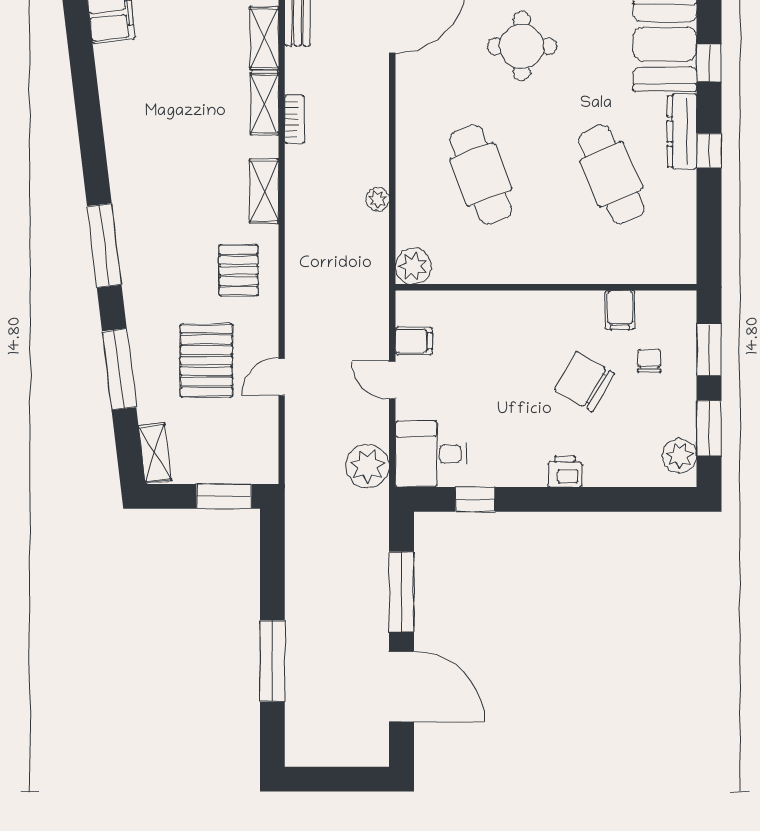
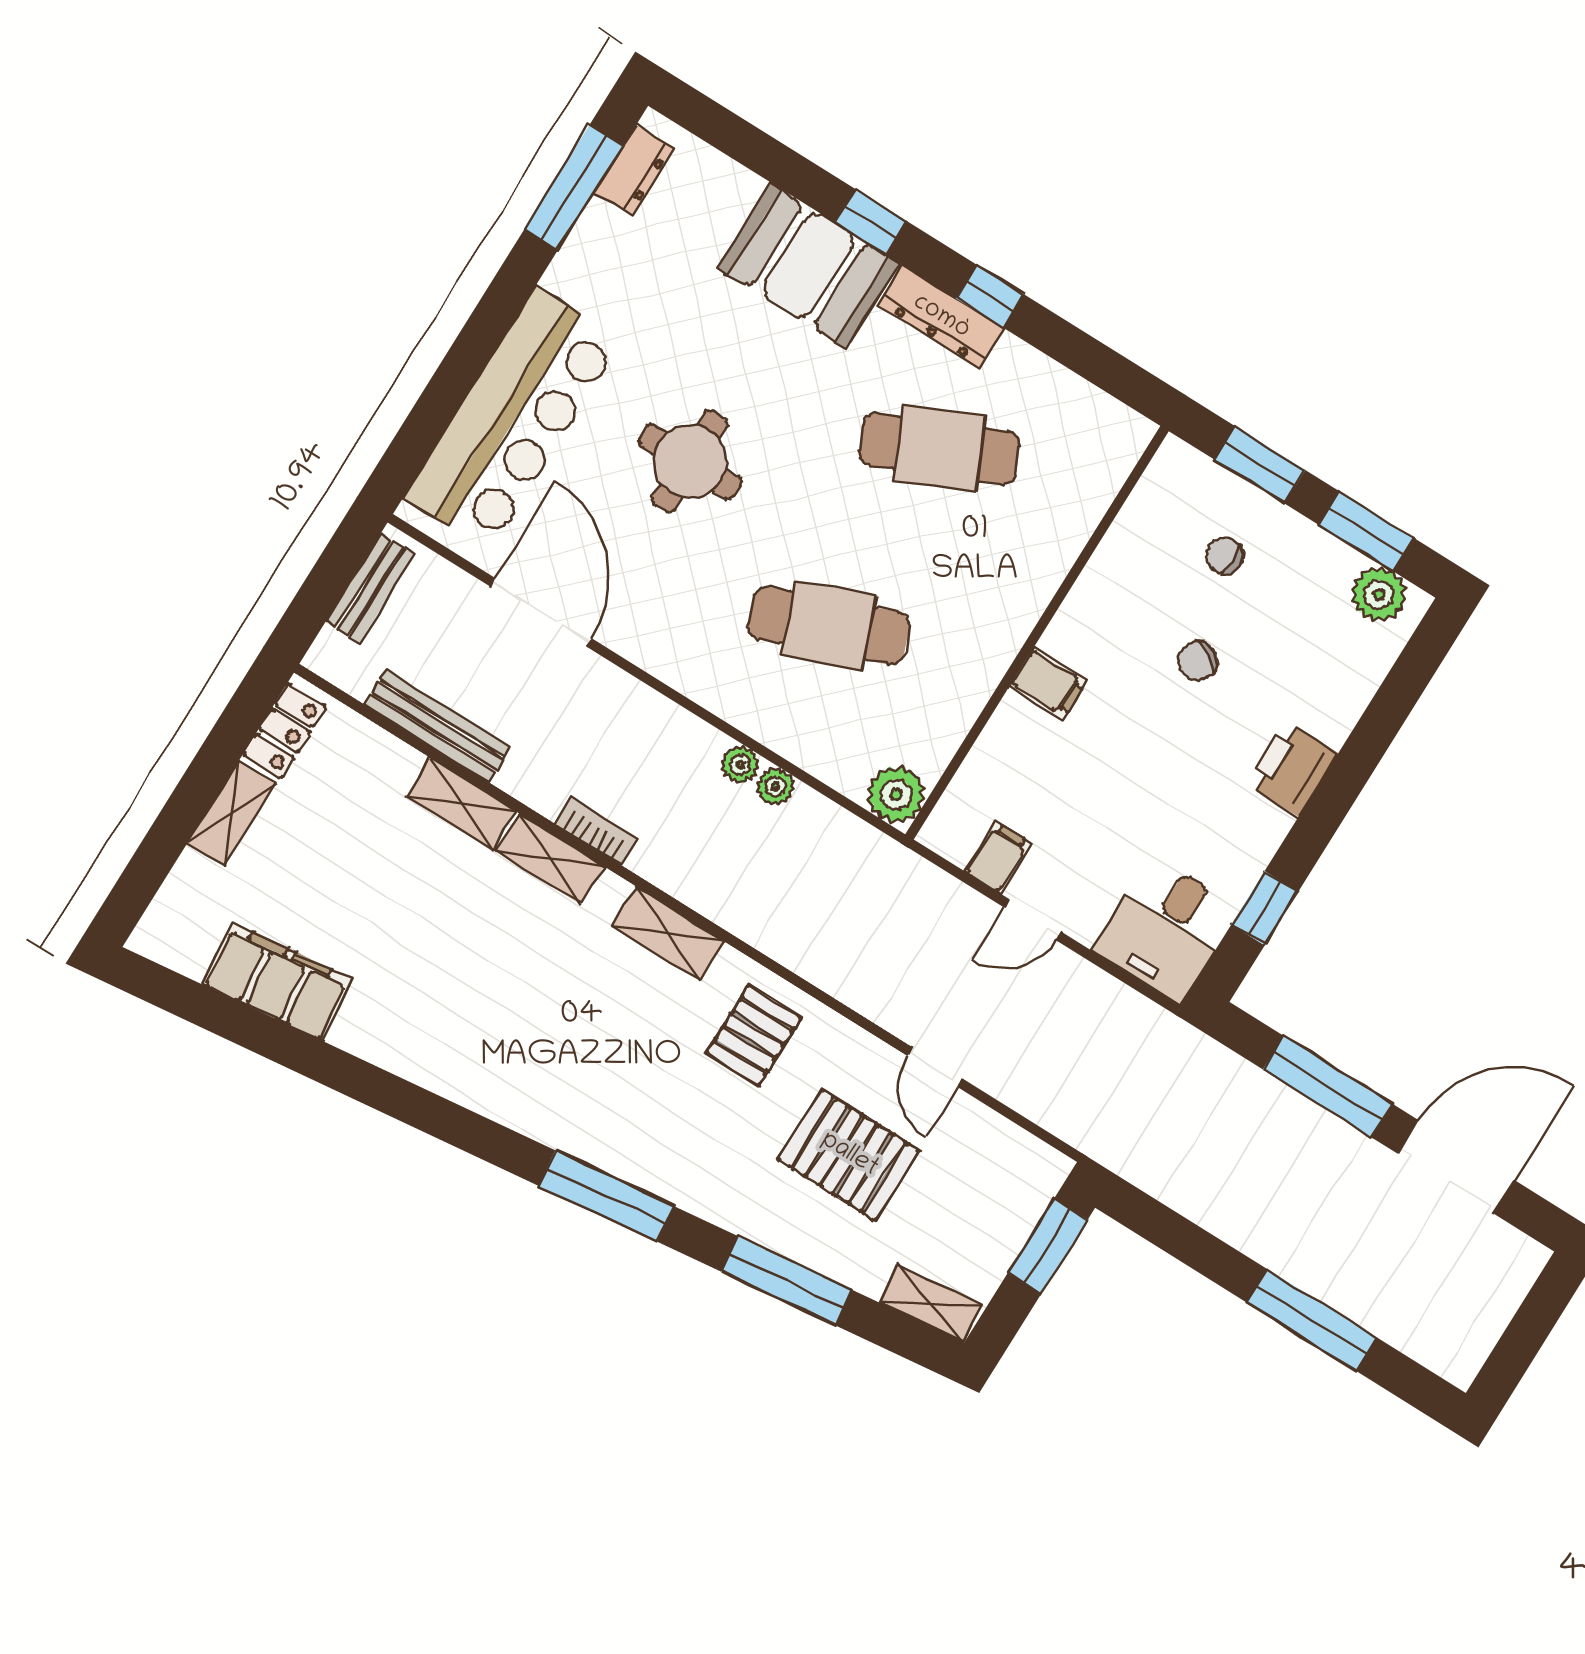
pallet: (238, 270) -> (754, 1035), turned 90
filing cabinet: (620, 310) -> (1048, 683), moved
chair: (584, 382) -> (1198, 661), width x0.54, depth x0.54
plant: (367, 466) -> (740, 765), moved, width x0.53, depth x0.53
printer: (565, 471) -> (1292, 769), width x1.36, depth x1.24

